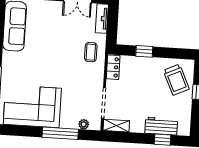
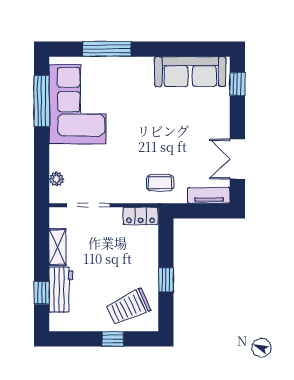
window: (144, 51) -> (166, 280), moved
shelving: (116, 126) -> (57, 247), moved
window: (60, 133) -> (42, 101), moved

